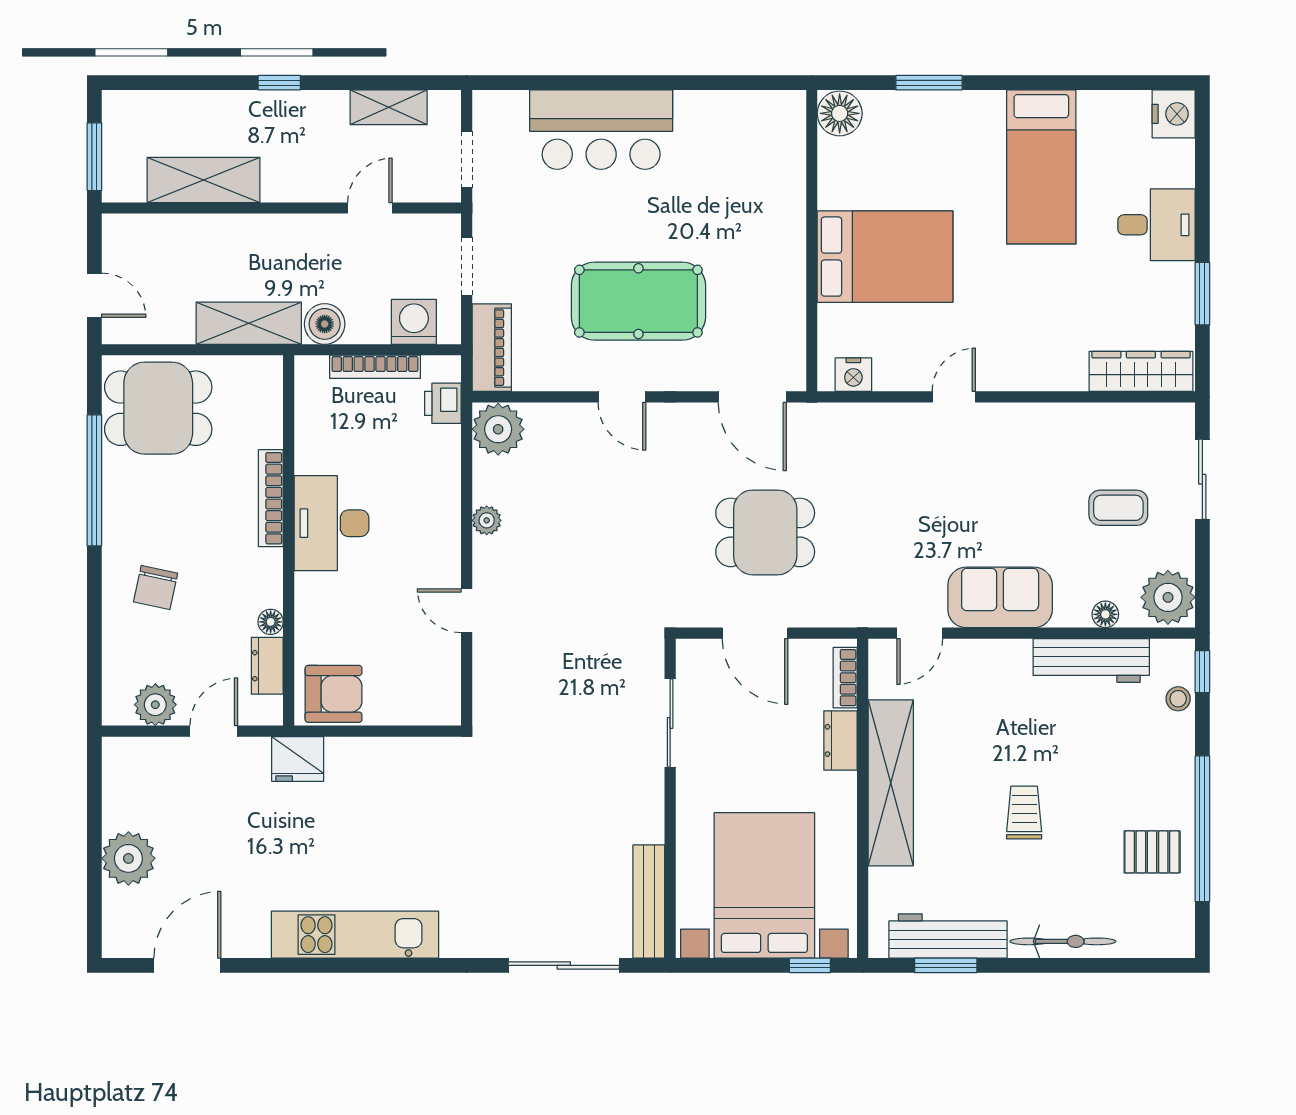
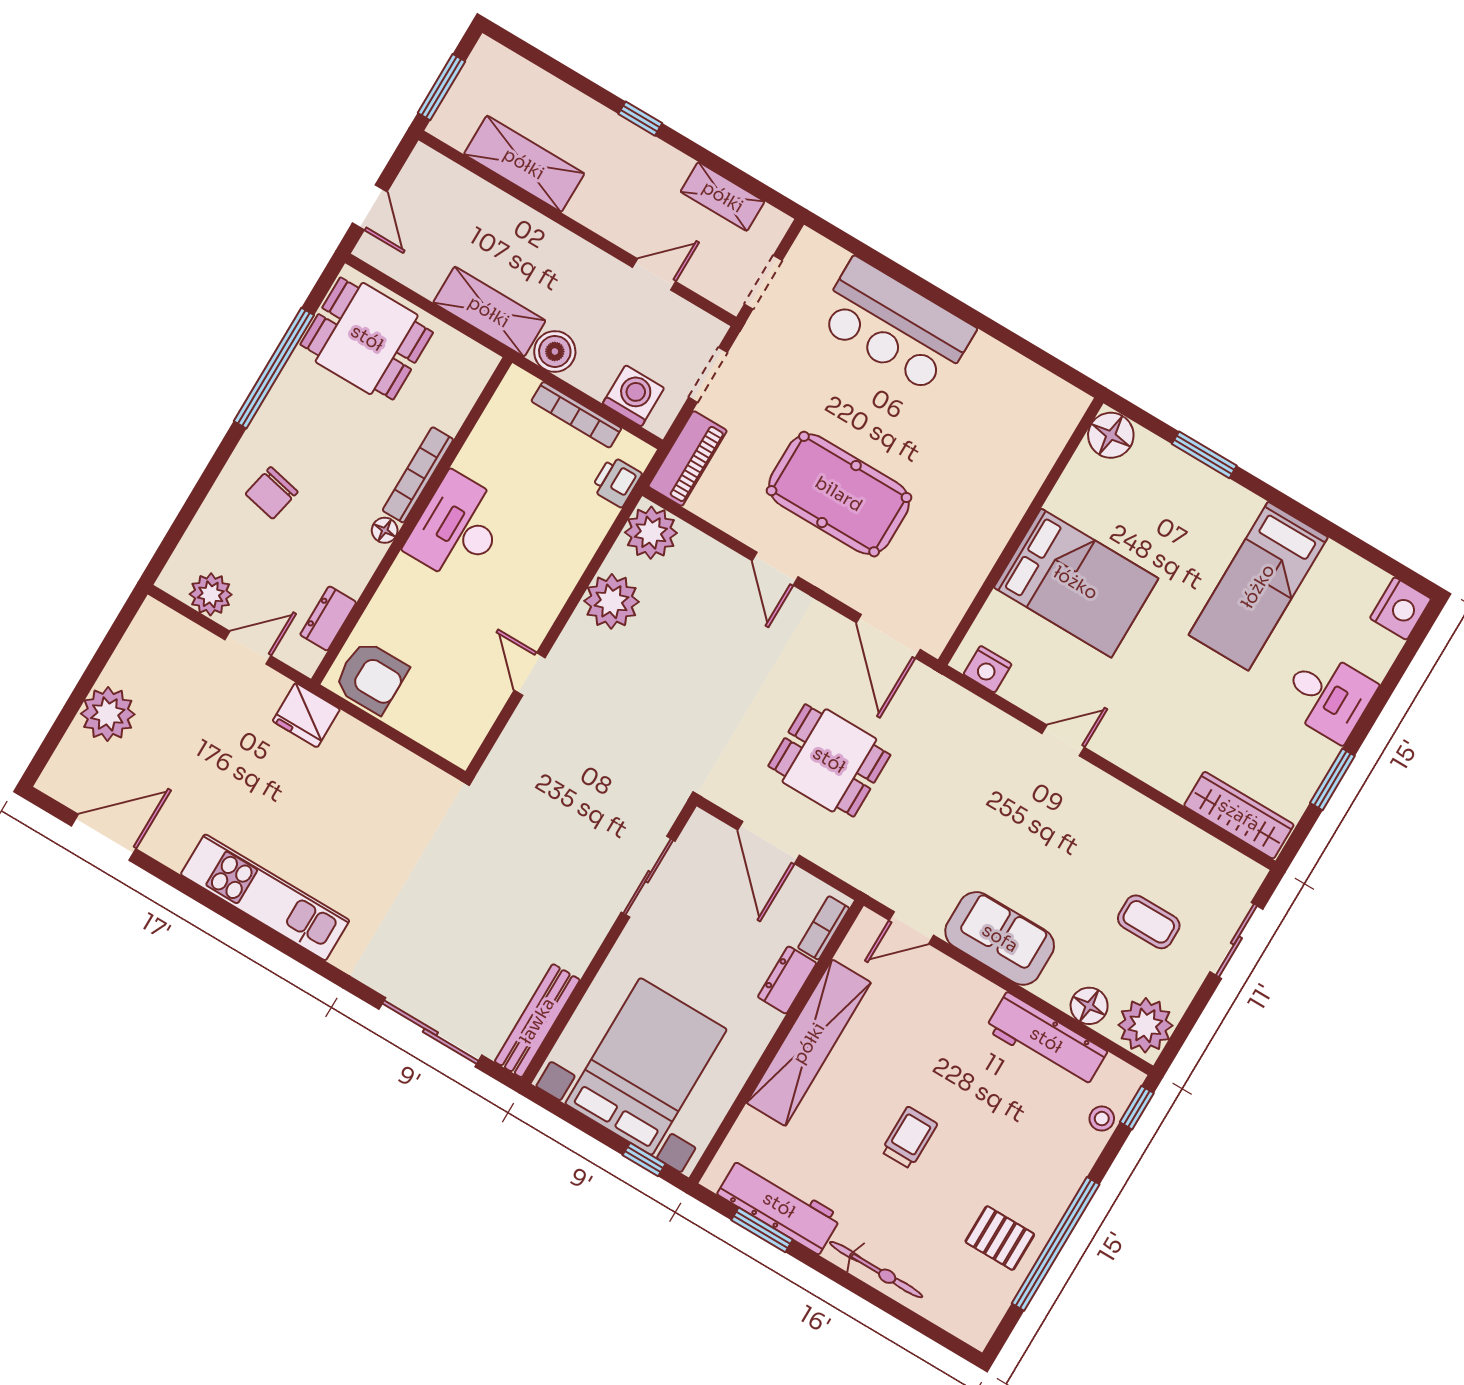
plant: (487, 520) -> (611, 601), width x1.87, depth x1.87
floor lamp: (1105, 614) -> (1089, 1006), width x1.37, depth x1.37
floor lamp: (271, 622) -> (385, 530), moved

